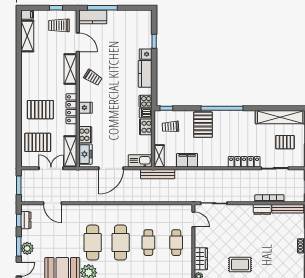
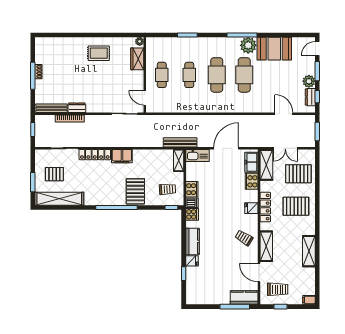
shelving: (27, 36) -> (309, 251), moved
filing cabinet: (187, 160) -> (122, 156), moved
plant: (27, 248) -> (309, 81), moved

